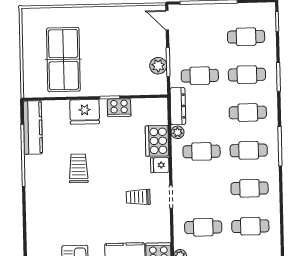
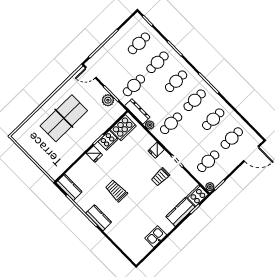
table tennis table: (63, 60) -> (64, 118), moved, turned 90
fridge: (85, 112) -> (94, 154), width x0.53, depth x0.75
kitchen counter: (33, 127) -> (69, 187), width x0.67
cooker: (157, 141) -> (123, 128), moved, turned -90
kitchen counter: (34, 179) -> (99, 218), added

